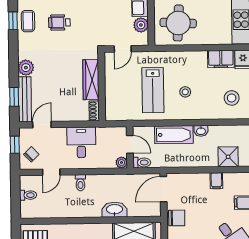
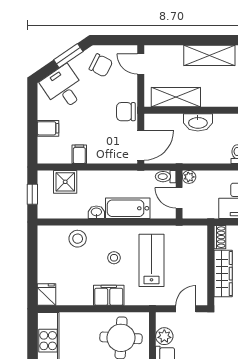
filing cabinet: (221, 59) -> (109, 295), moved
stool: (232, 98) -> (78, 239), moved

